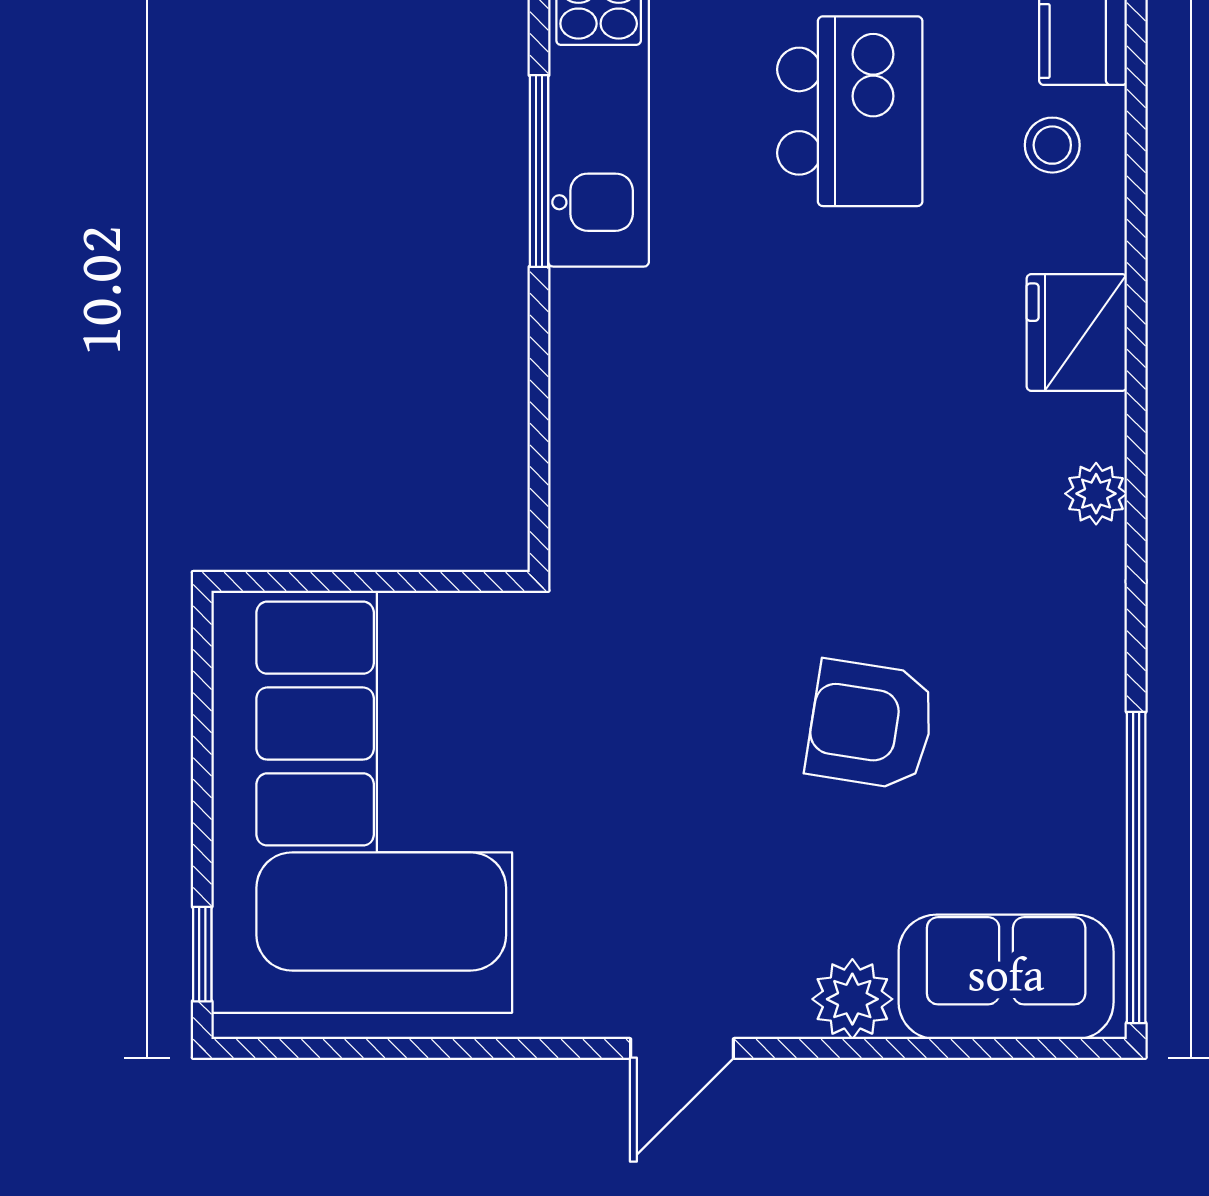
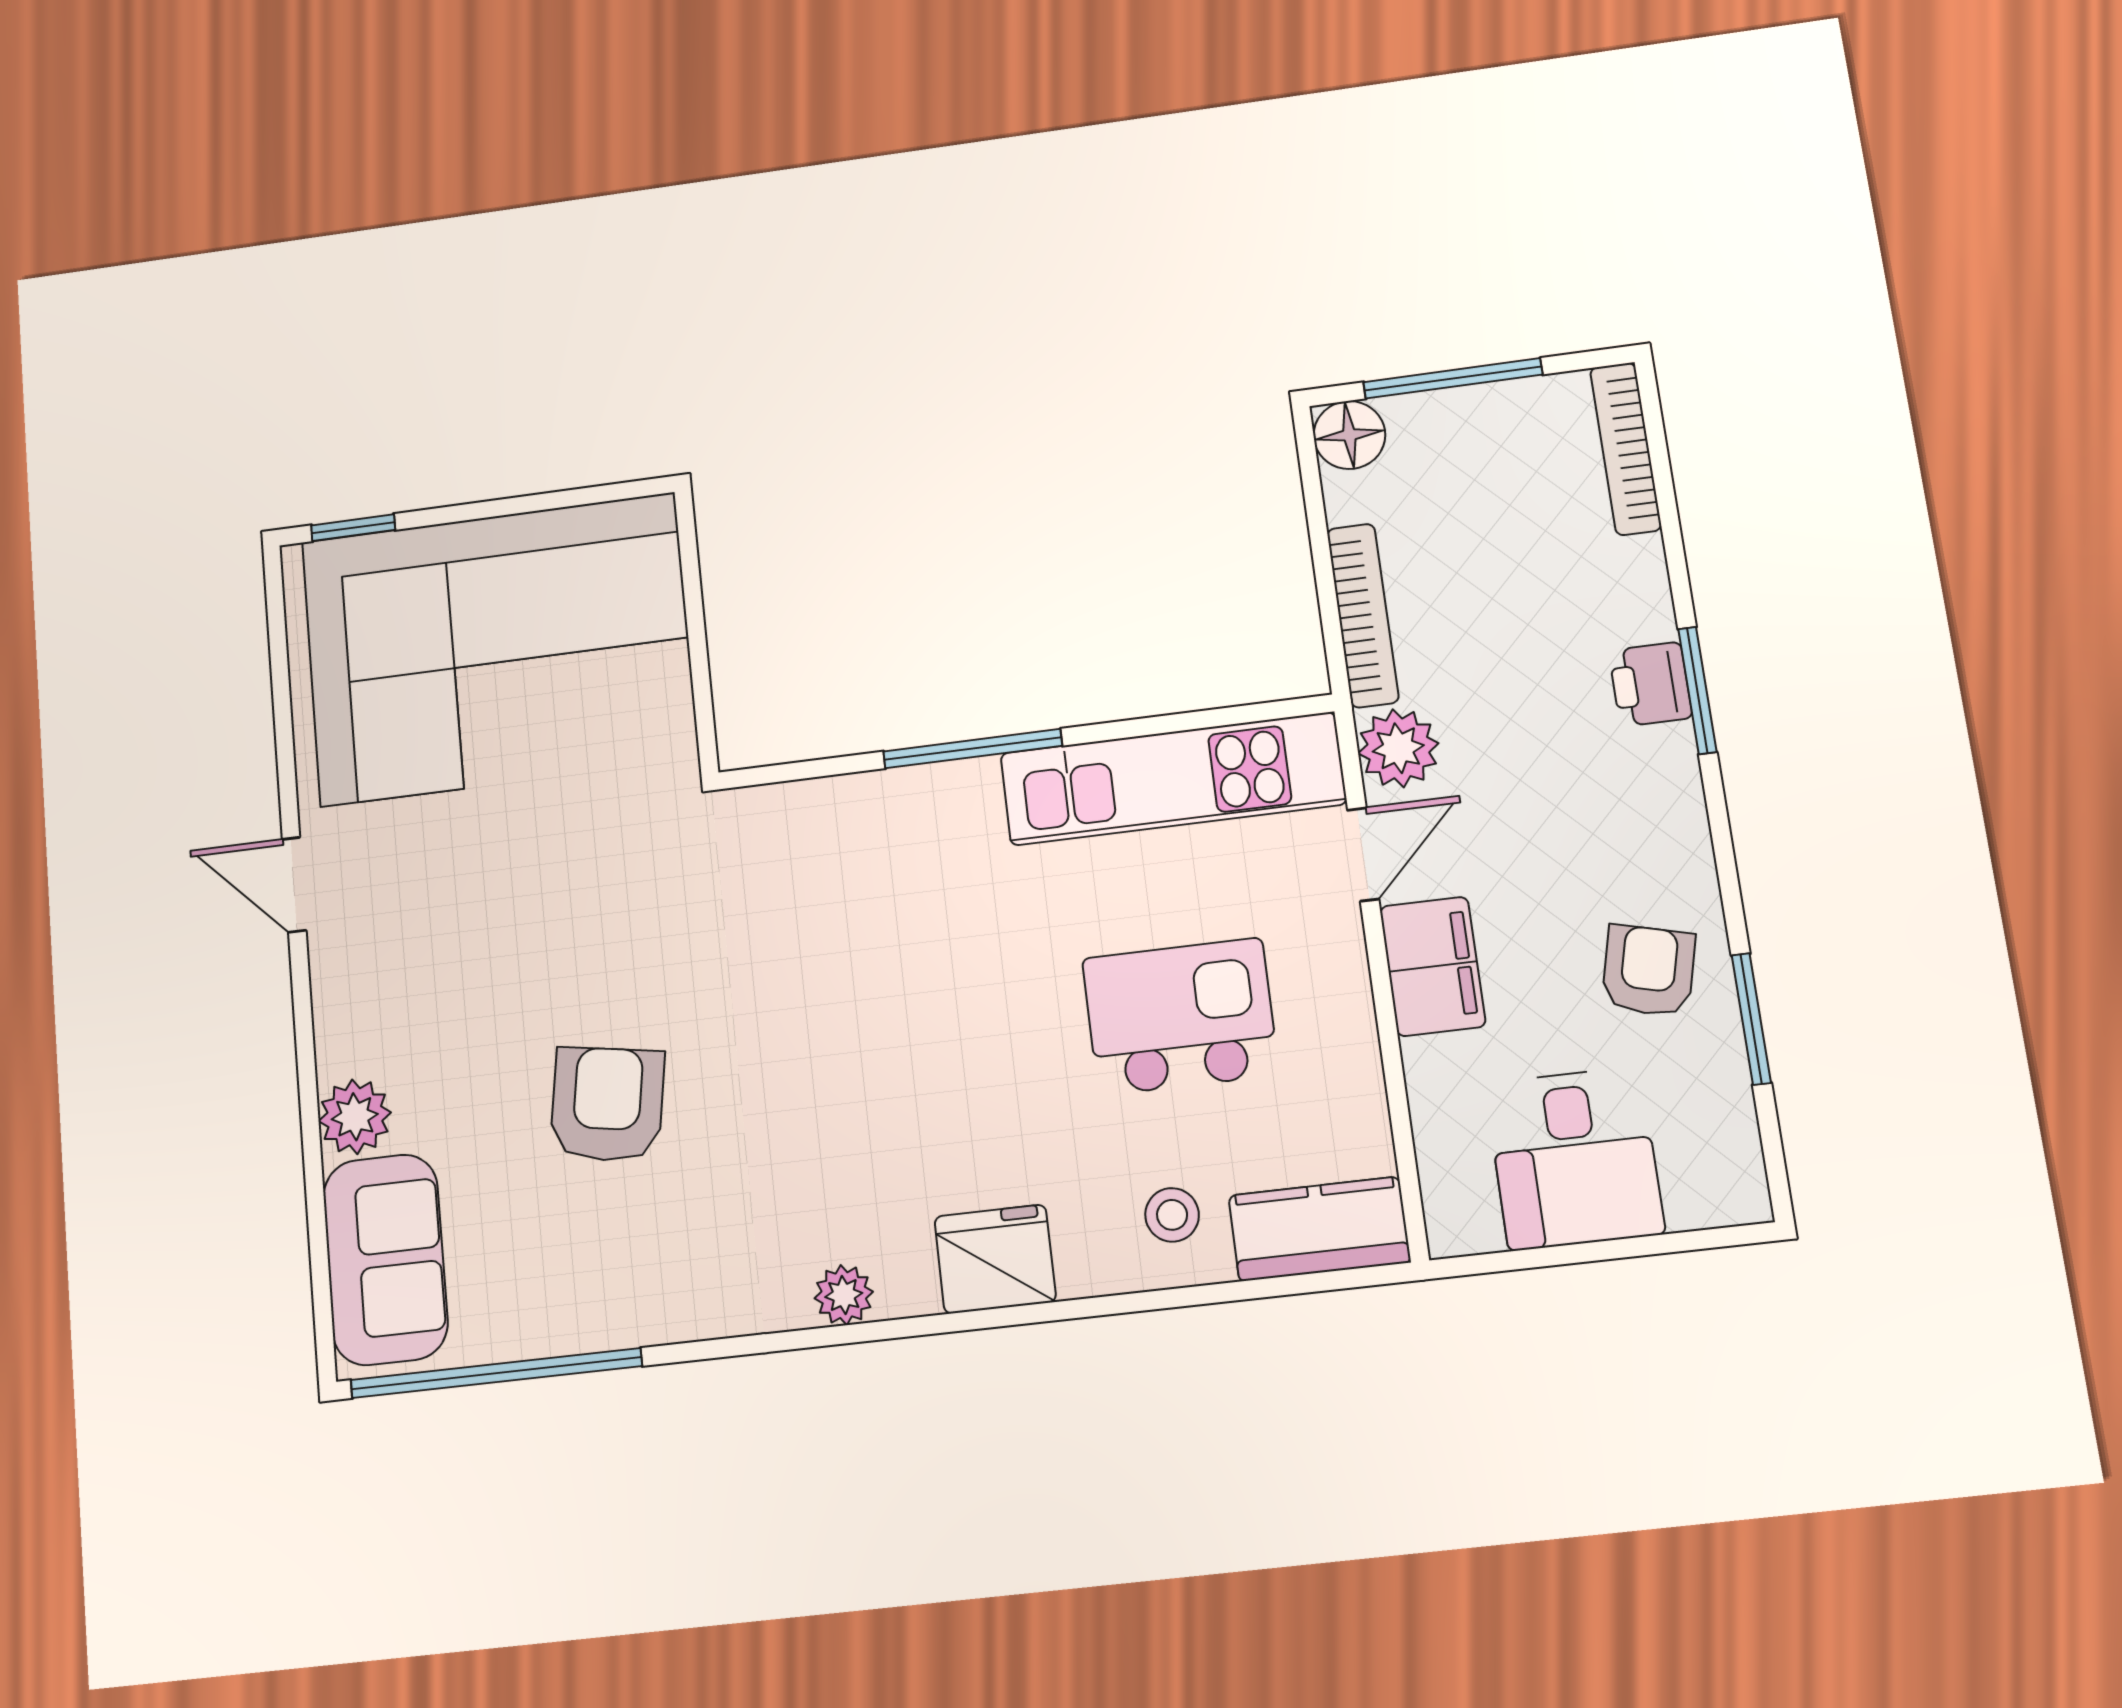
kitchen island: (850, 111) -> (1180, 1016), turned 180
window: (539, 171) -> (973, 749), moved
door: (682, 1048) -> (294, 885), moved

